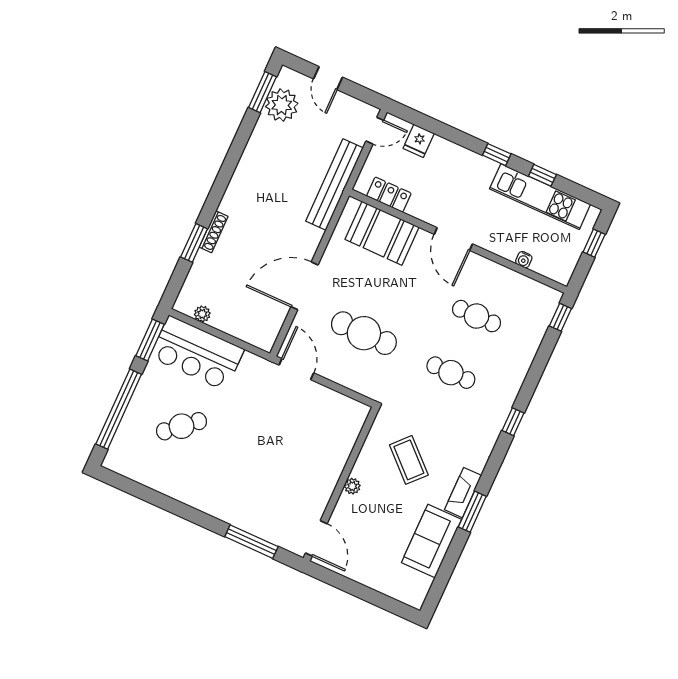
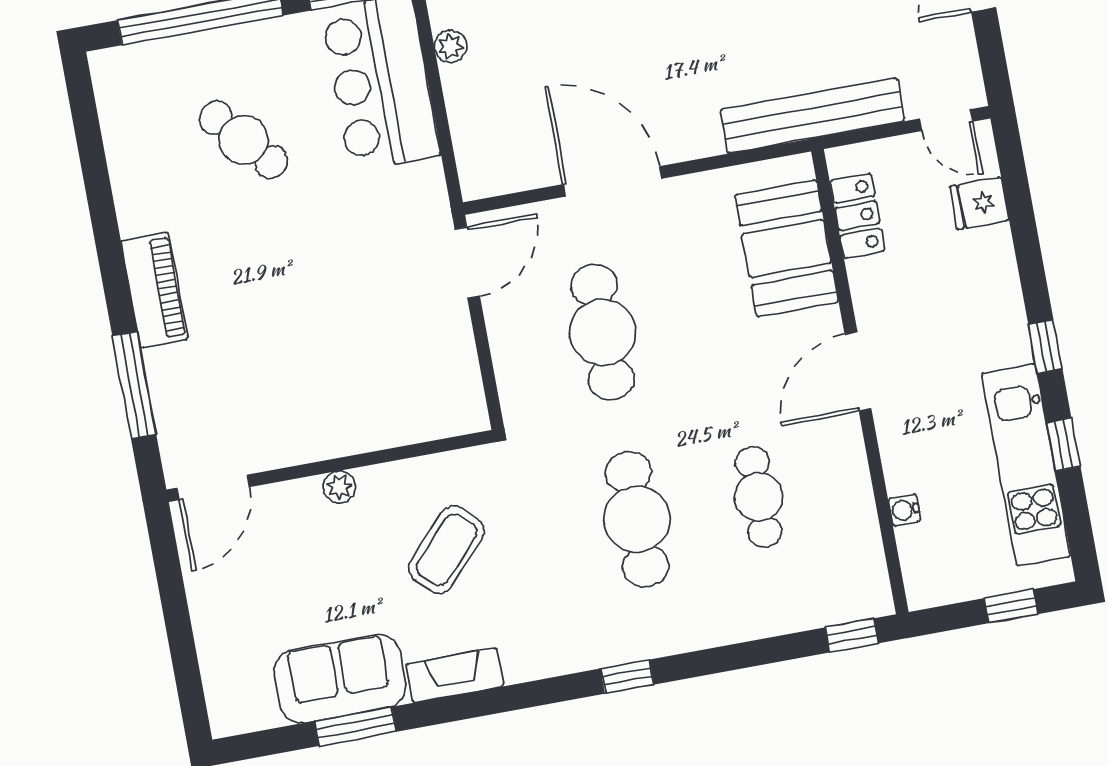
cafe table: (451, 373) -> (637, 519), width x1.37, depth x1.35
piano: (218, 506) -> (154, 290), added
window: (472, 512) -> (355, 726), moved

